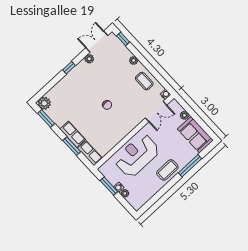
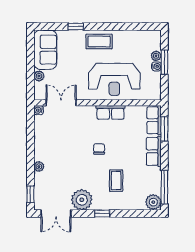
plant: (89, 59) -> (82, 200), width x1.87, depth x1.87
coffee table: (144, 81) -> (116, 181), moved
window: (46, 119) -> (164, 187), width x1.44
row of seats: (121, 133) -> (110, 112), added
window: (72, 146) -> (164, 129), moved
window: (190, 166) -> (76, 27), width x0.46
window: (109, 186) -> (164, 62), moved

